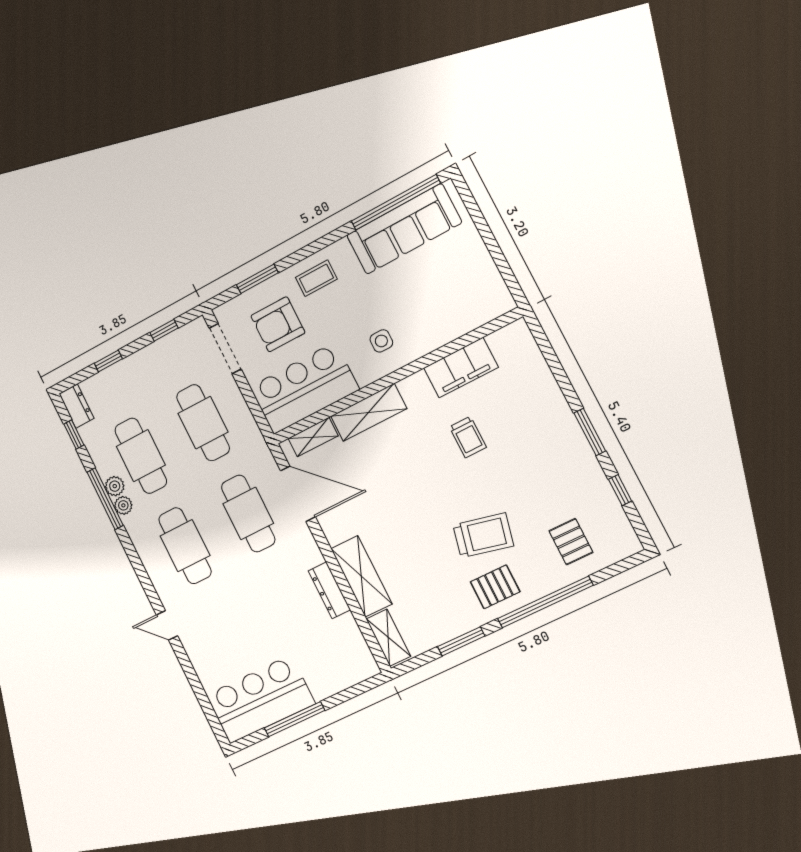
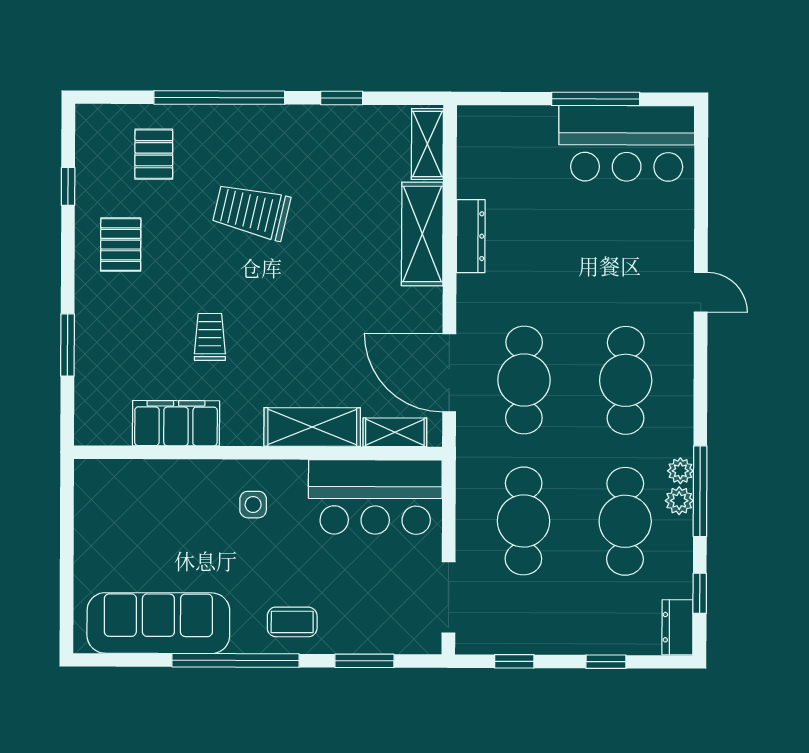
window: (396, 202) -> (236, 660), moved
armchair: (278, 324) -> (368, 592), removed
window: (590, 432) -> (67, 345), moved
pallet: (495, 587) -> (121, 245), moved, turned 90
window: (461, 641) -> (342, 98), width x0.67

